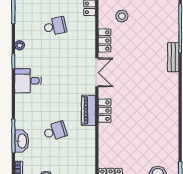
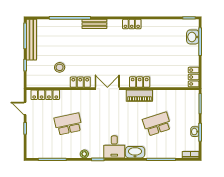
school desk: (55, 26) -> (68, 124), width x1.85
locker: (173, 101) -> (132, 24), added
school desk: (55, 131) -> (157, 124), width x1.85
washbasin: (22, 141) -> (135, 152), moved

